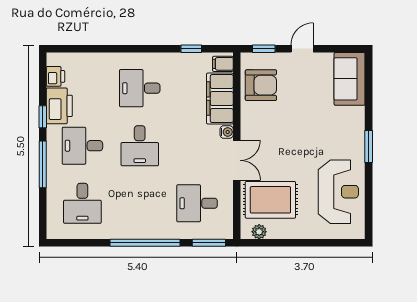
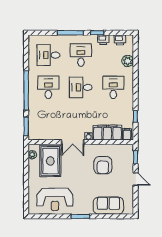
plant: (93, 63) -> (128, 61), added
sofa: (350, 79) -> (108, 206), moved
armchair: (261, 85) -> (103, 165), moved
printer: (59, 106) -> (103, 40), width x0.53, depth x0.68
desk: (197, 203) -> (48, 87), moved

